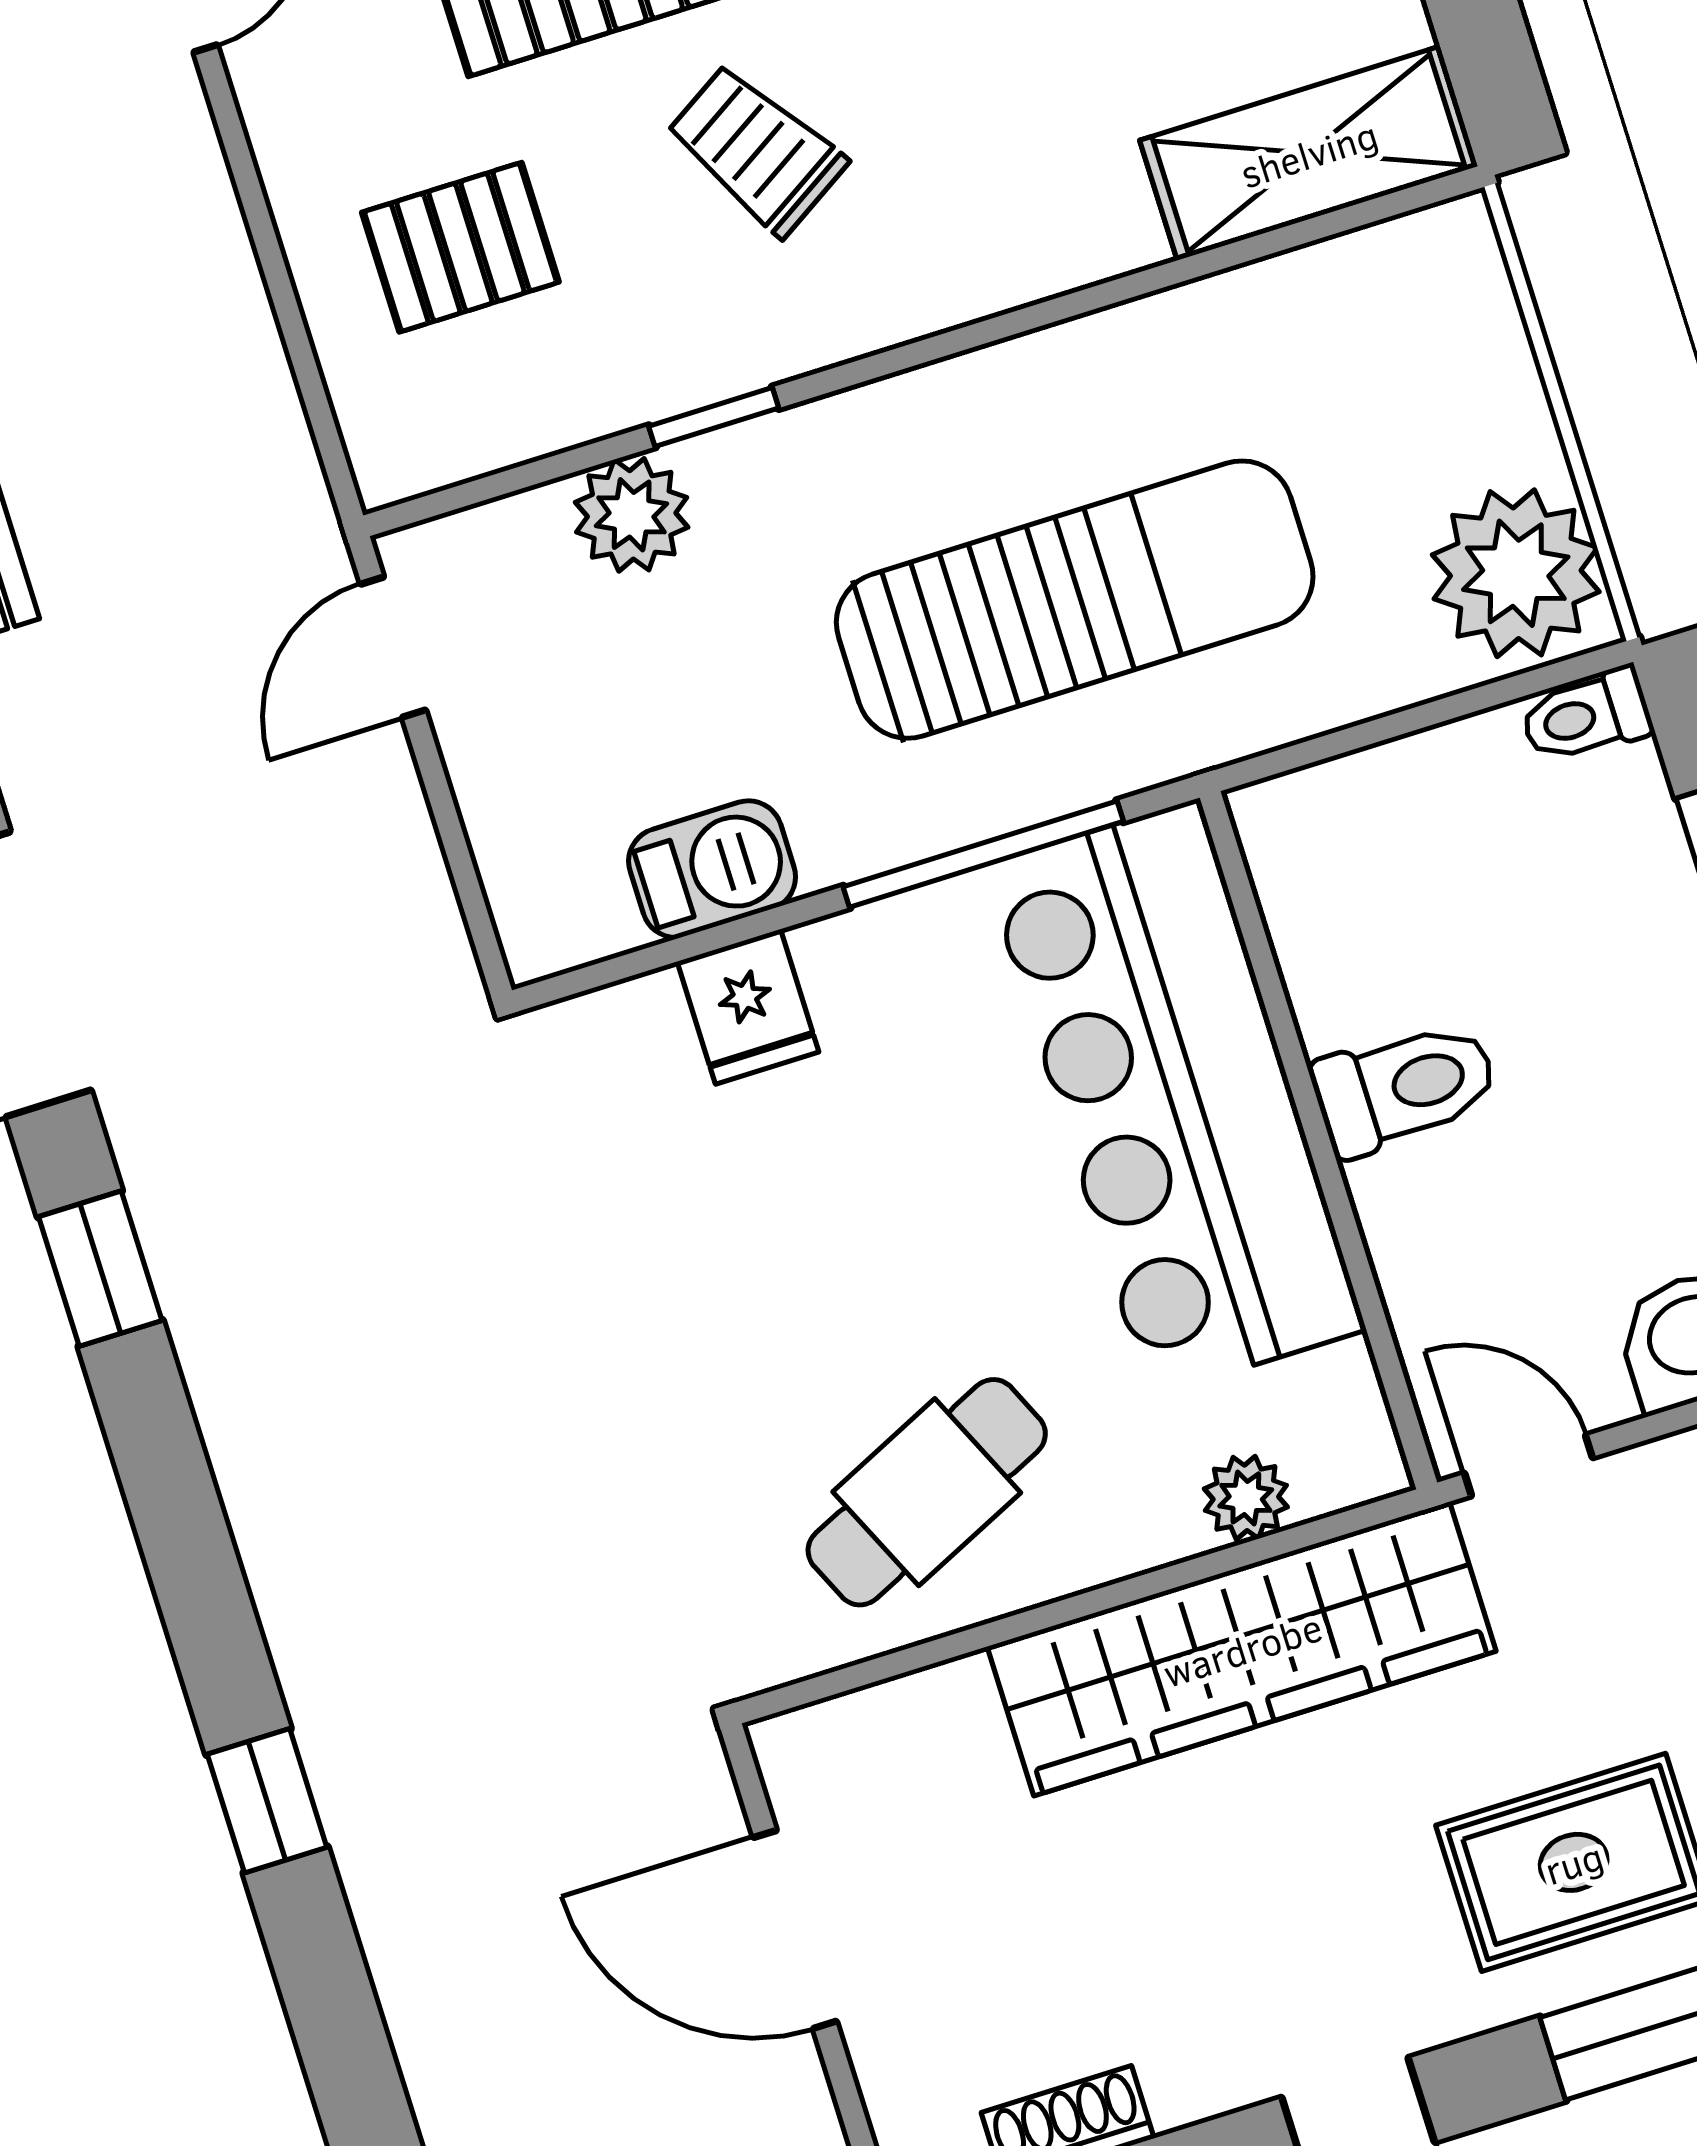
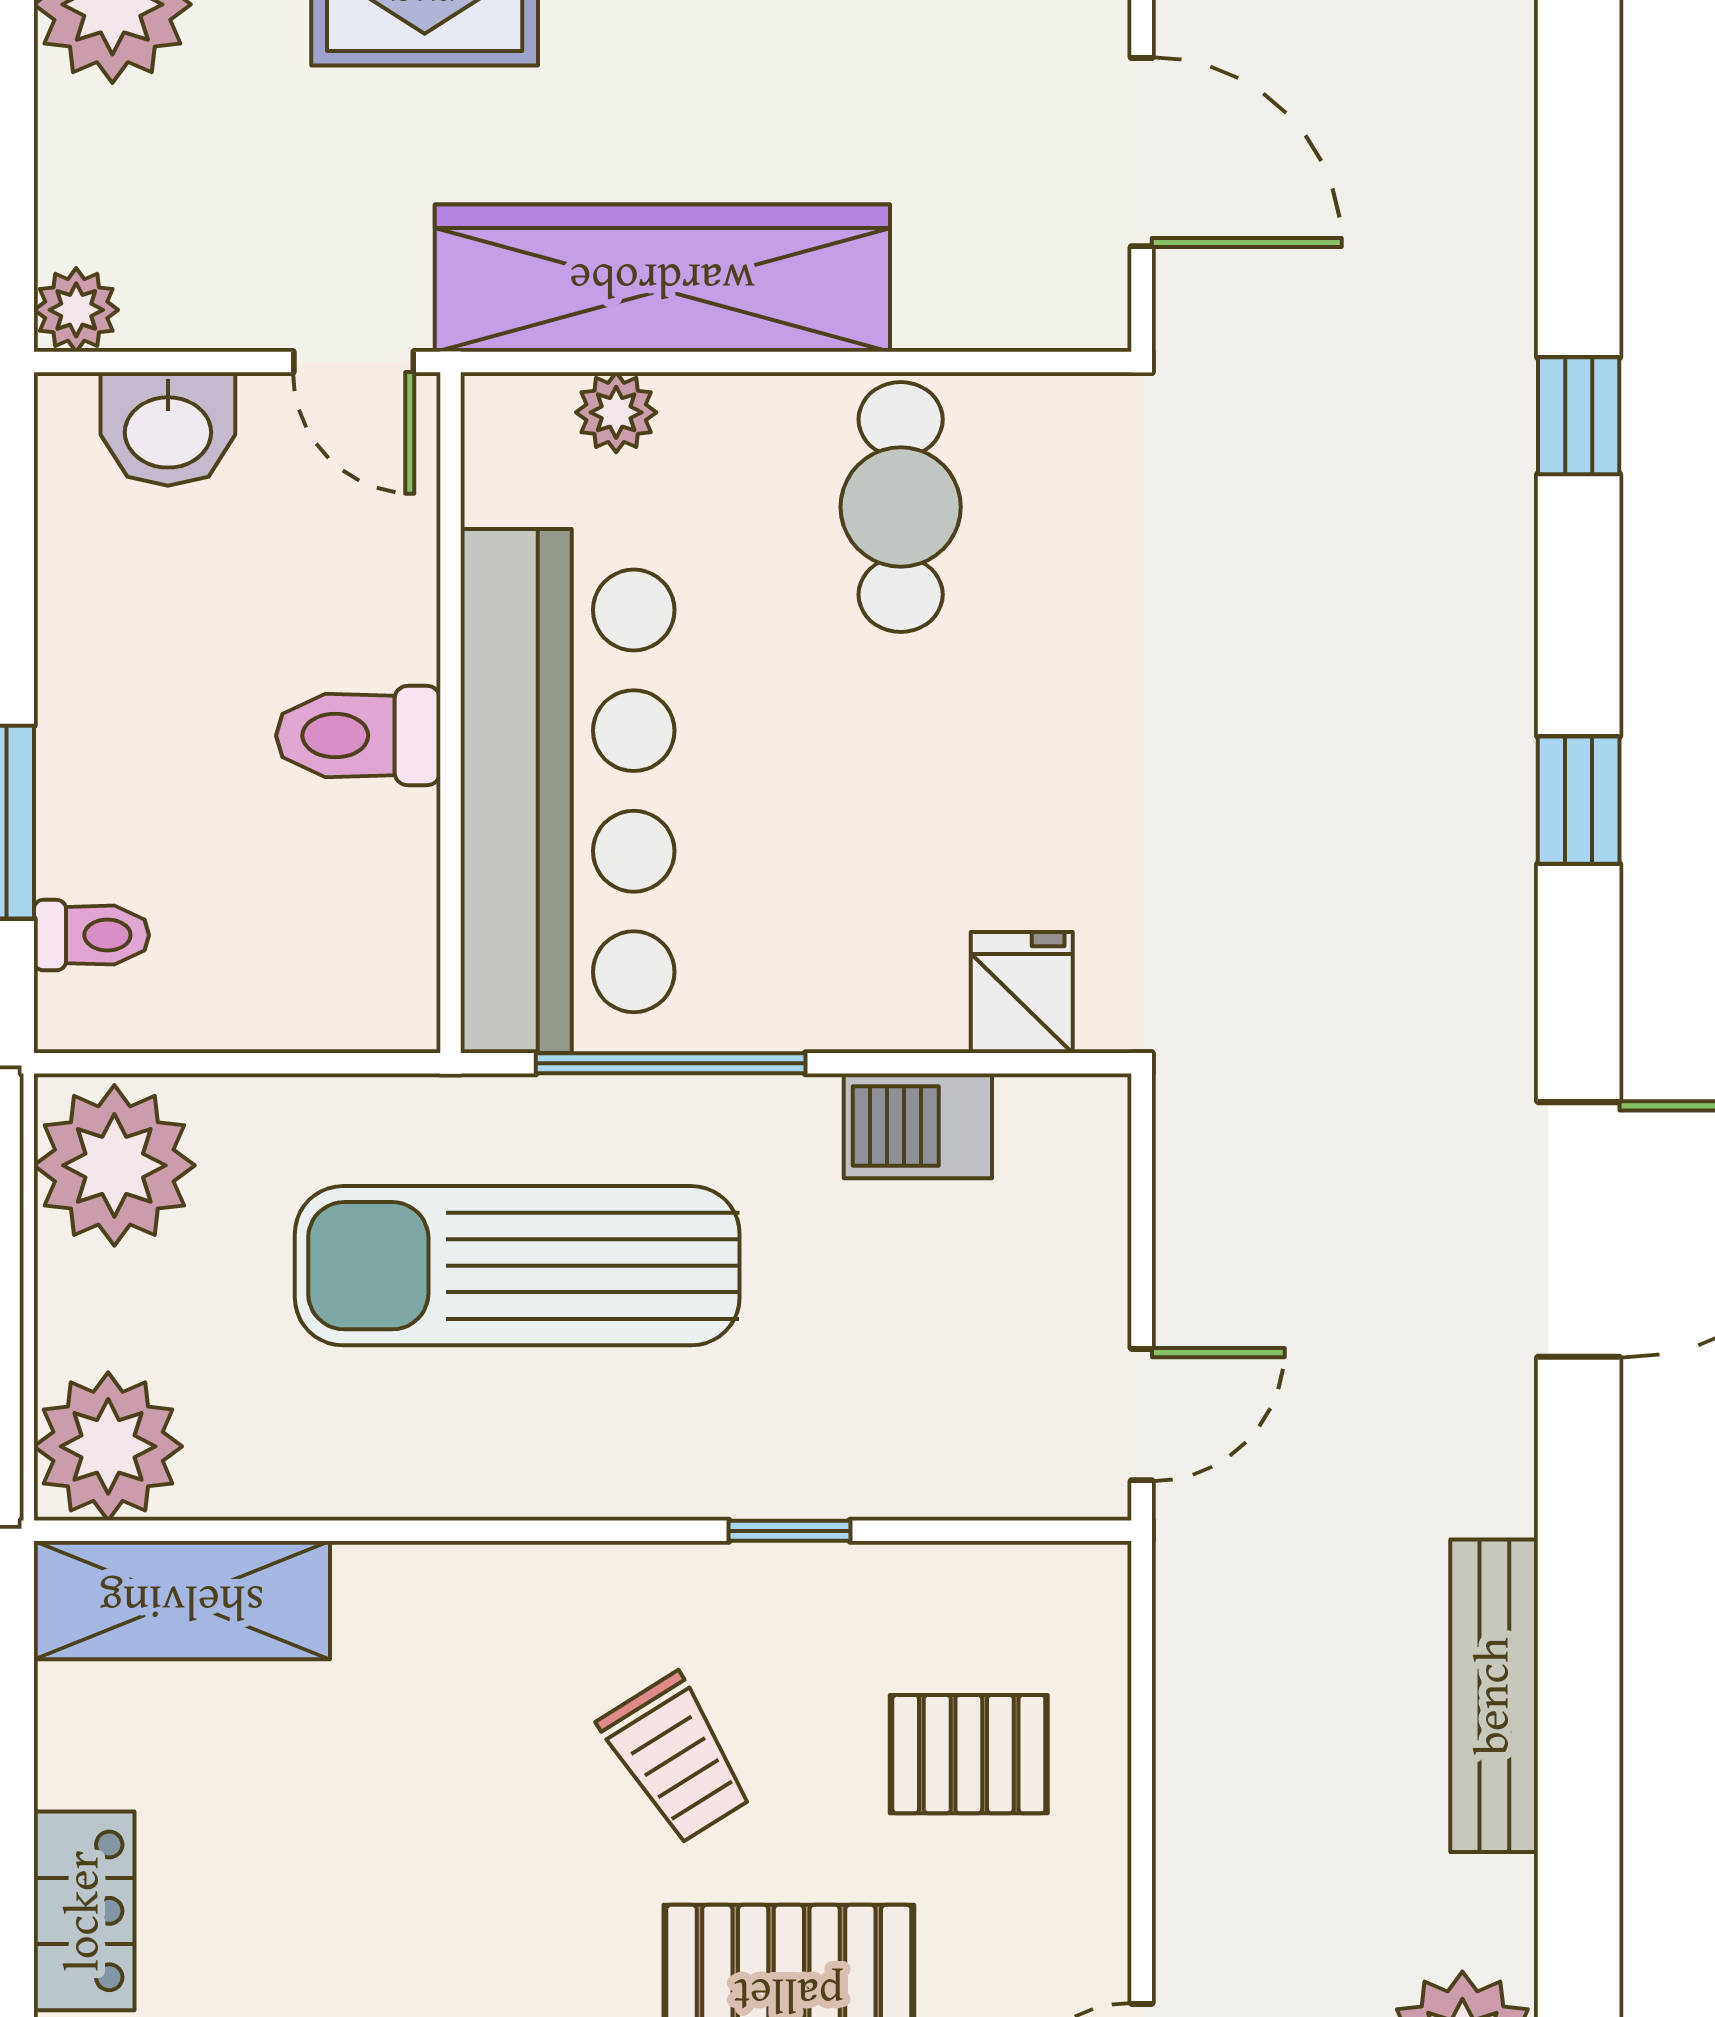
plant: (632, 515) -> (108, 1446), moved, width x1.36, depth x1.36
toilet: (1586, 716) -> (91, 935), moved
fridge: (748, 1007) -> (1022, 992), moved
window: (100, 1269) -> (1579, 800), moved
cafe table: (927, 1492) -> (901, 507), turned -65

